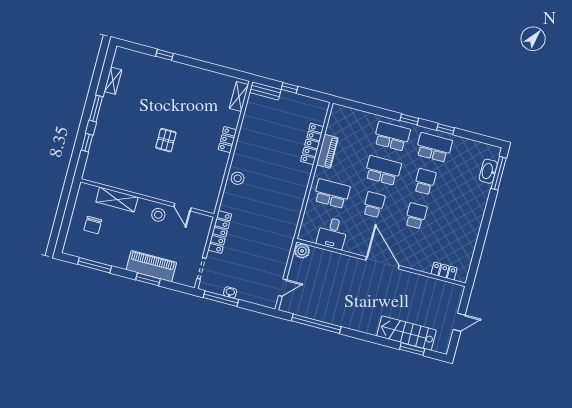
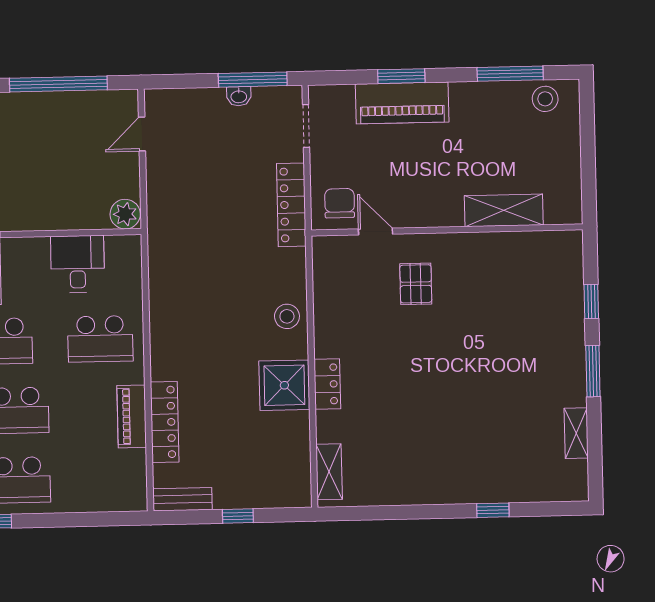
bench: (265, 91) -> (182, 499), moved
pallet: (166, 140) -> (416, 284), moved
shower: (249, 145) -> (284, 385), added
stool: (158, 215) -> (545, 99), moved
chair: (93, 225) -> (340, 203), moved

